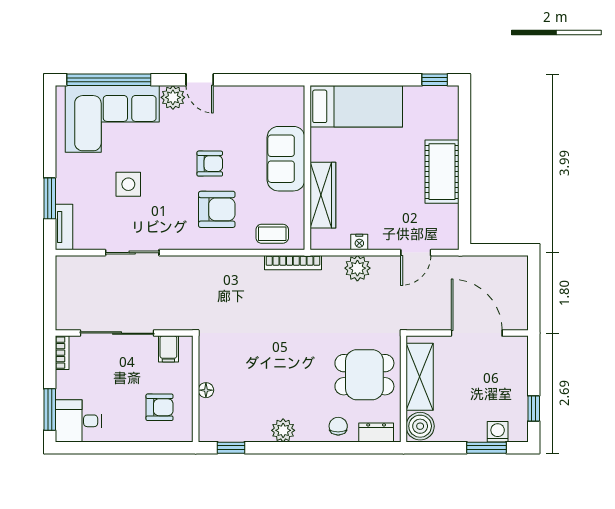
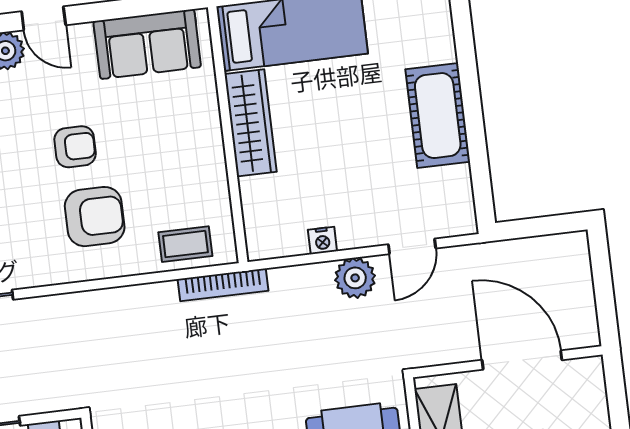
sofa: (286, 159) -> (147, 44), moved, turned -90
wardrobe: (323, 195) -> (251, 123), moved
plant: (357, 268) -> (355, 278), moved

